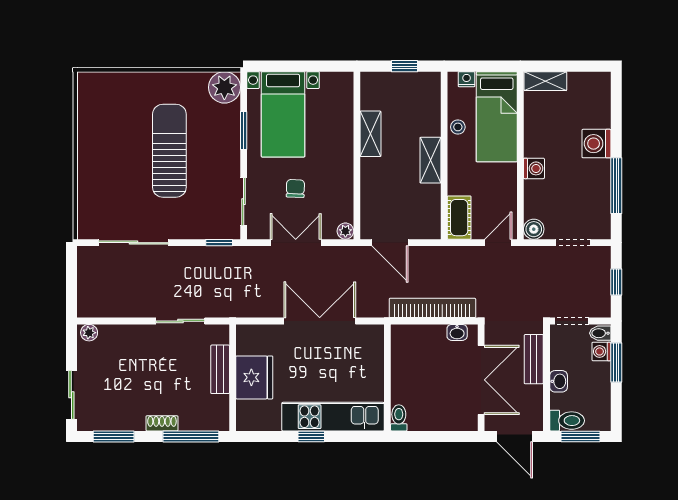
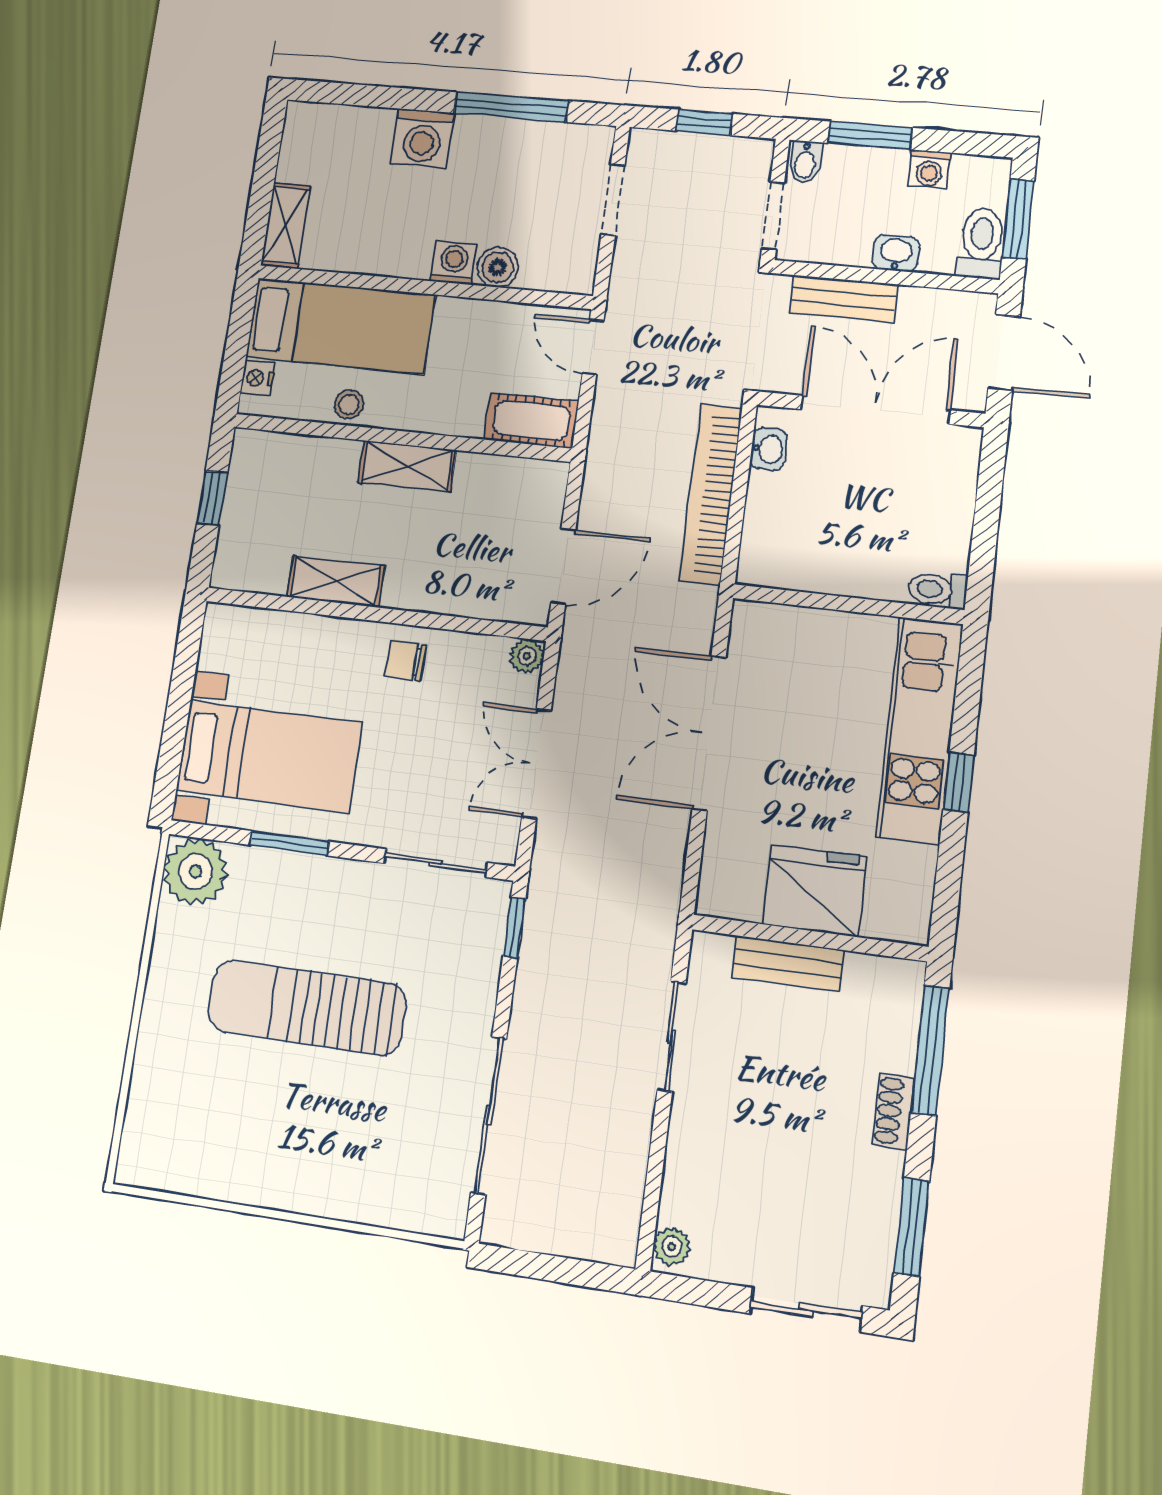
chair: (295, 188) -> (406, 661), moved
boiler: (534, 229) -> (498, 267), moved
washing machine: (601, 351) -> (929, 170), moved
door: (515, 436) -> (1004, 353), hinge flipped

